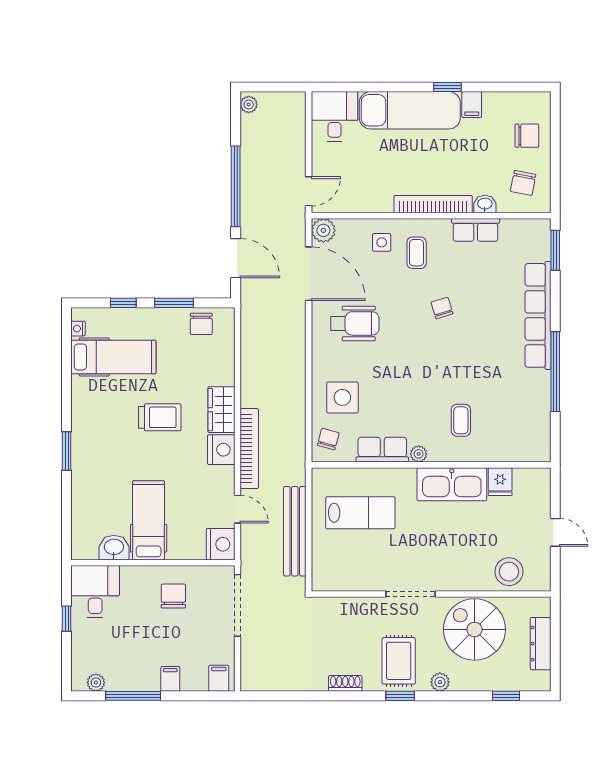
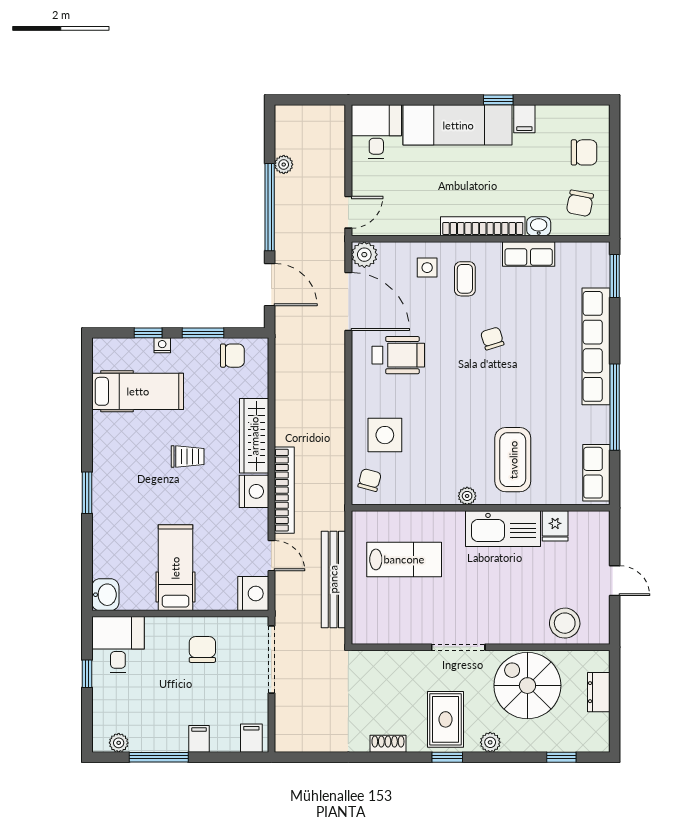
plant: (249, 104) -> (284, 165), moved
chair: (201, 324) -> (232, 356), turned -90
nightstand: (78, 329) -> (162, 345), moved, turned 90
wardrobe: (221, 410) -> (254, 436), width x1.50
trolley: (160, 417) -> (188, 456), width x0.73, depth x0.72
coffee table: (461, 420) -> (513, 460), width x1.86, depth x1.72
row of seats: (382, 450) -> (596, 473), moved, turned -90
washbasin: (114, 548) -> (105, 595), moved, turned 90
dresser: (541, 644) -> (599, 692), width x0.70

